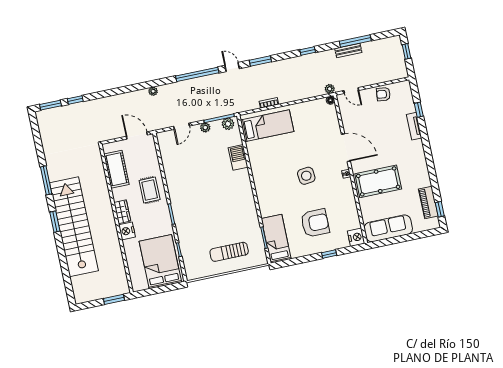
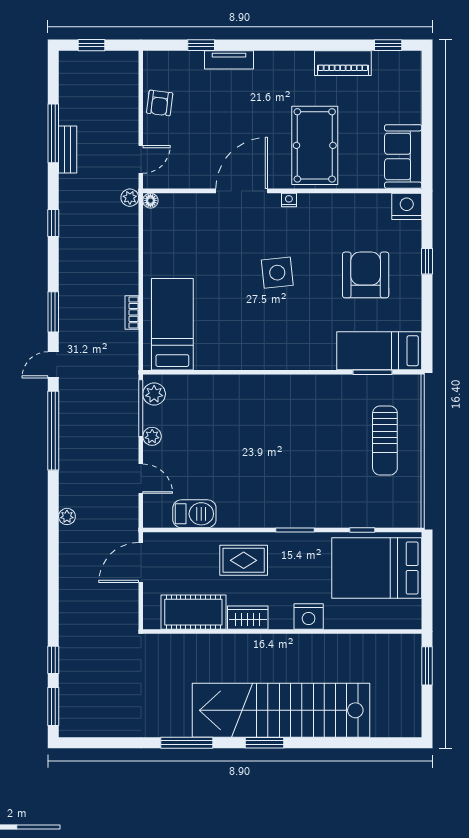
barbecue: (238, 157) -> (194, 514), moved, turned 180
piano: (428, 202) -> (343, 63), moved
wardrobe: (122, 212) -> (248, 618), moved
sofa: (388, 228) -> (403, 157), width x0.73

